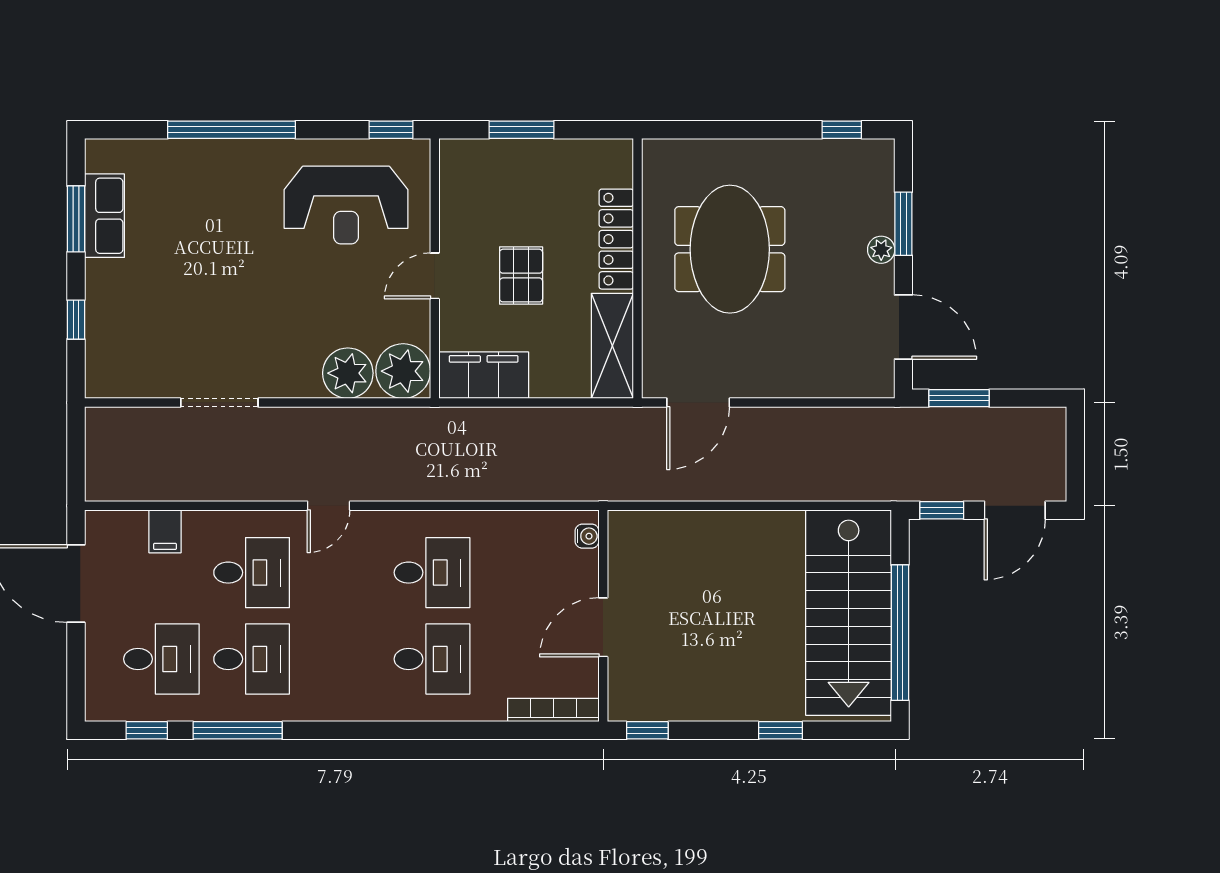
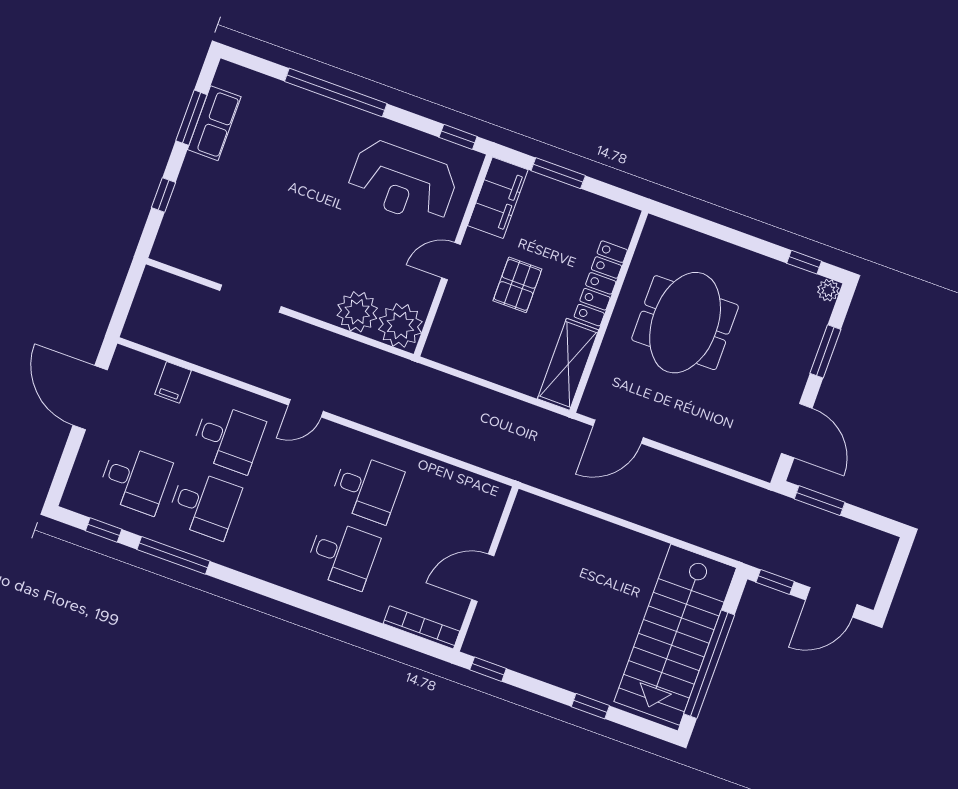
plant: (881, 250) -> (828, 290), moved
filing cabinet: (484, 375) -> (498, 198), moved, turned 90
water cooler: (587, 536) -> (496, 503), removed

